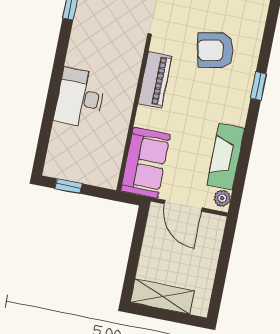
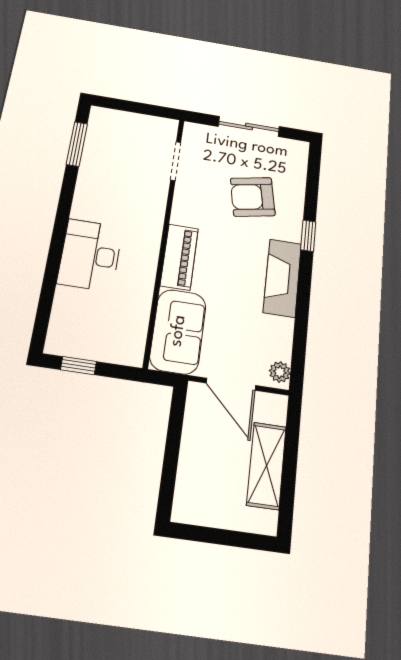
piano: (155, 80) -> (179, 257), moved
fireplace: (226, 156) -> (282, 278), moved
shelving: (162, 297) -> (266, 466), moved, turned 90

